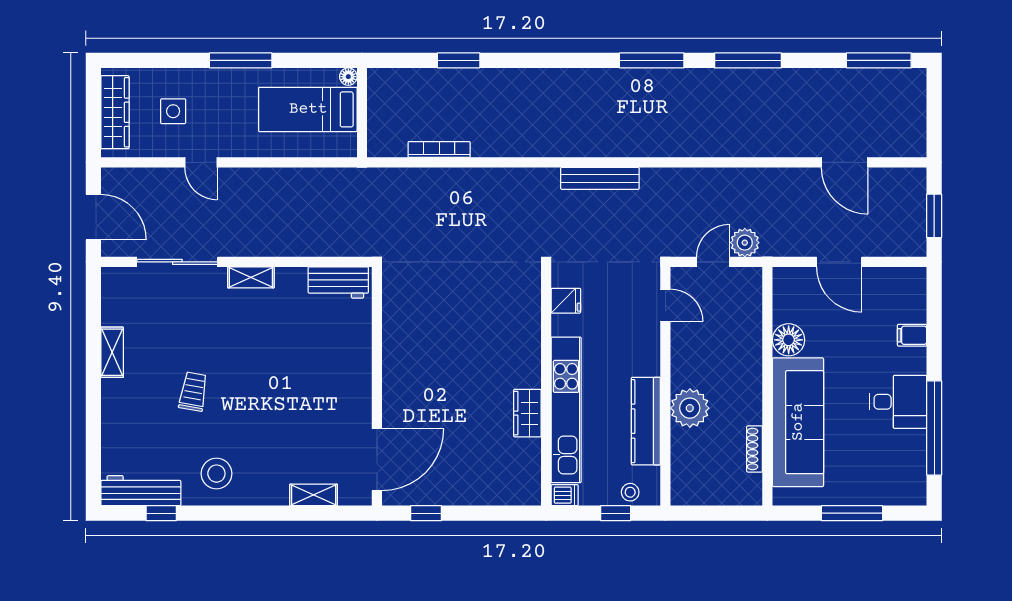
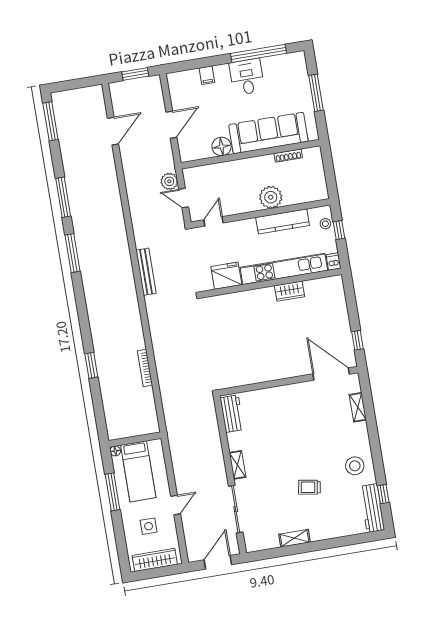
floor lamp: (348, 77) -> (115, 451), moved
bed: (308, 109) -> (138, 471), moved
wall: (362, 113) -> (135, 439), moved
fridge: (566, 301) -> (226, 276), width x1.88, depth x1.34

